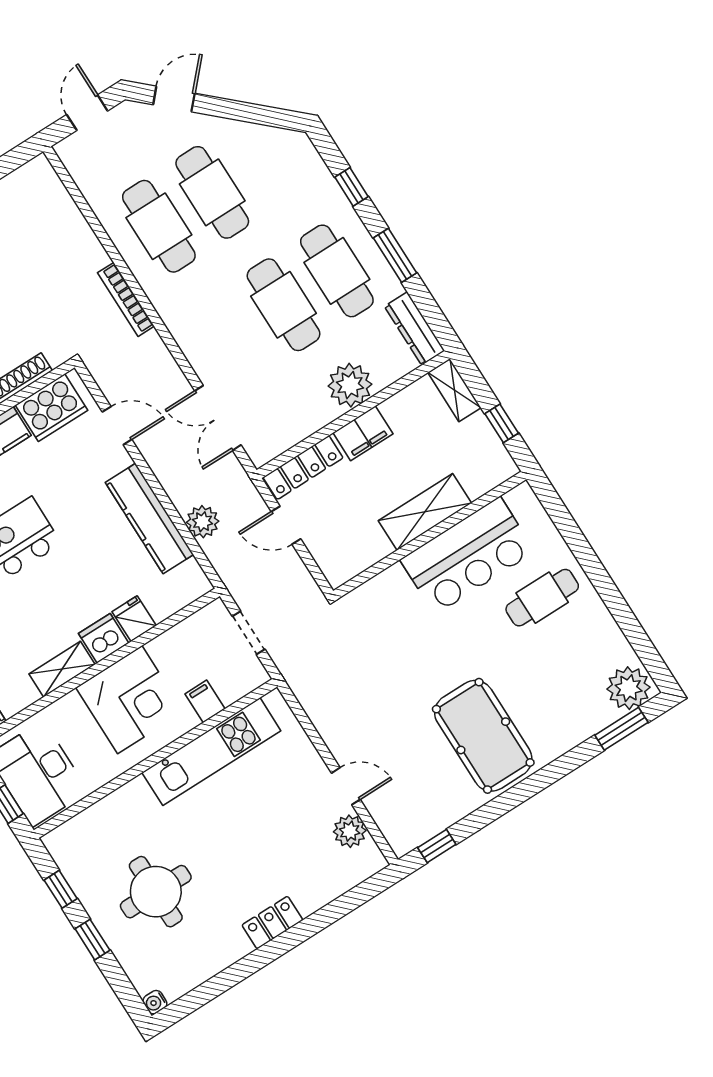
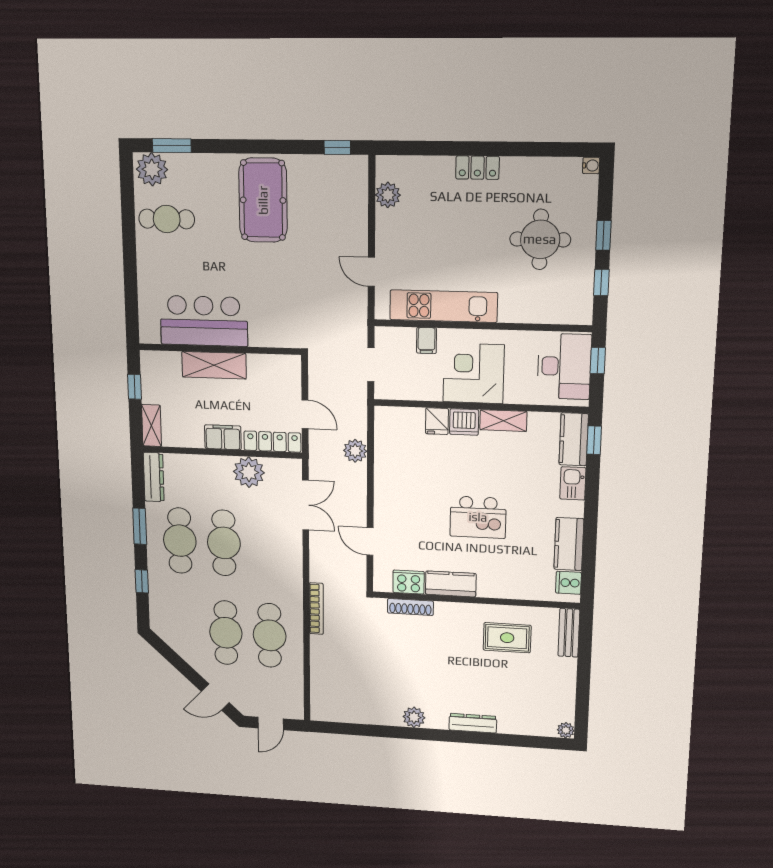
plant: (350, 385) -> (249, 472), moved
cooker: (51, 408) -> (409, 582), width x0.73, depth x0.76
kitchen counter: (149, 519) -> (387, 475), removed
cafe table: (542, 598) -> (167, 219), moved
door: (346, 786) -> (371, 272), moved

